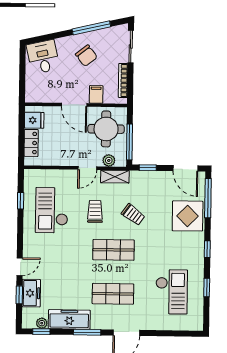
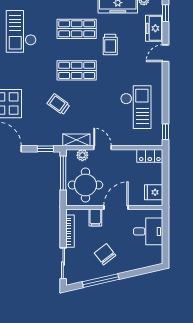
desk: (43, 57) -> (148, 231), moved, turned -77
door: (74, 105) -> (116, 208), hinge flipped
locker: (31, 143) -> (150, 156), moved, turned -90
door: (87, 168) -> (103, 148), hinge flipped
window: (21, 201) -> (166, 132), moved
trolley: (95, 211) -> (110, 45), moved
window: (19, 295) -> (166, 13), moved

